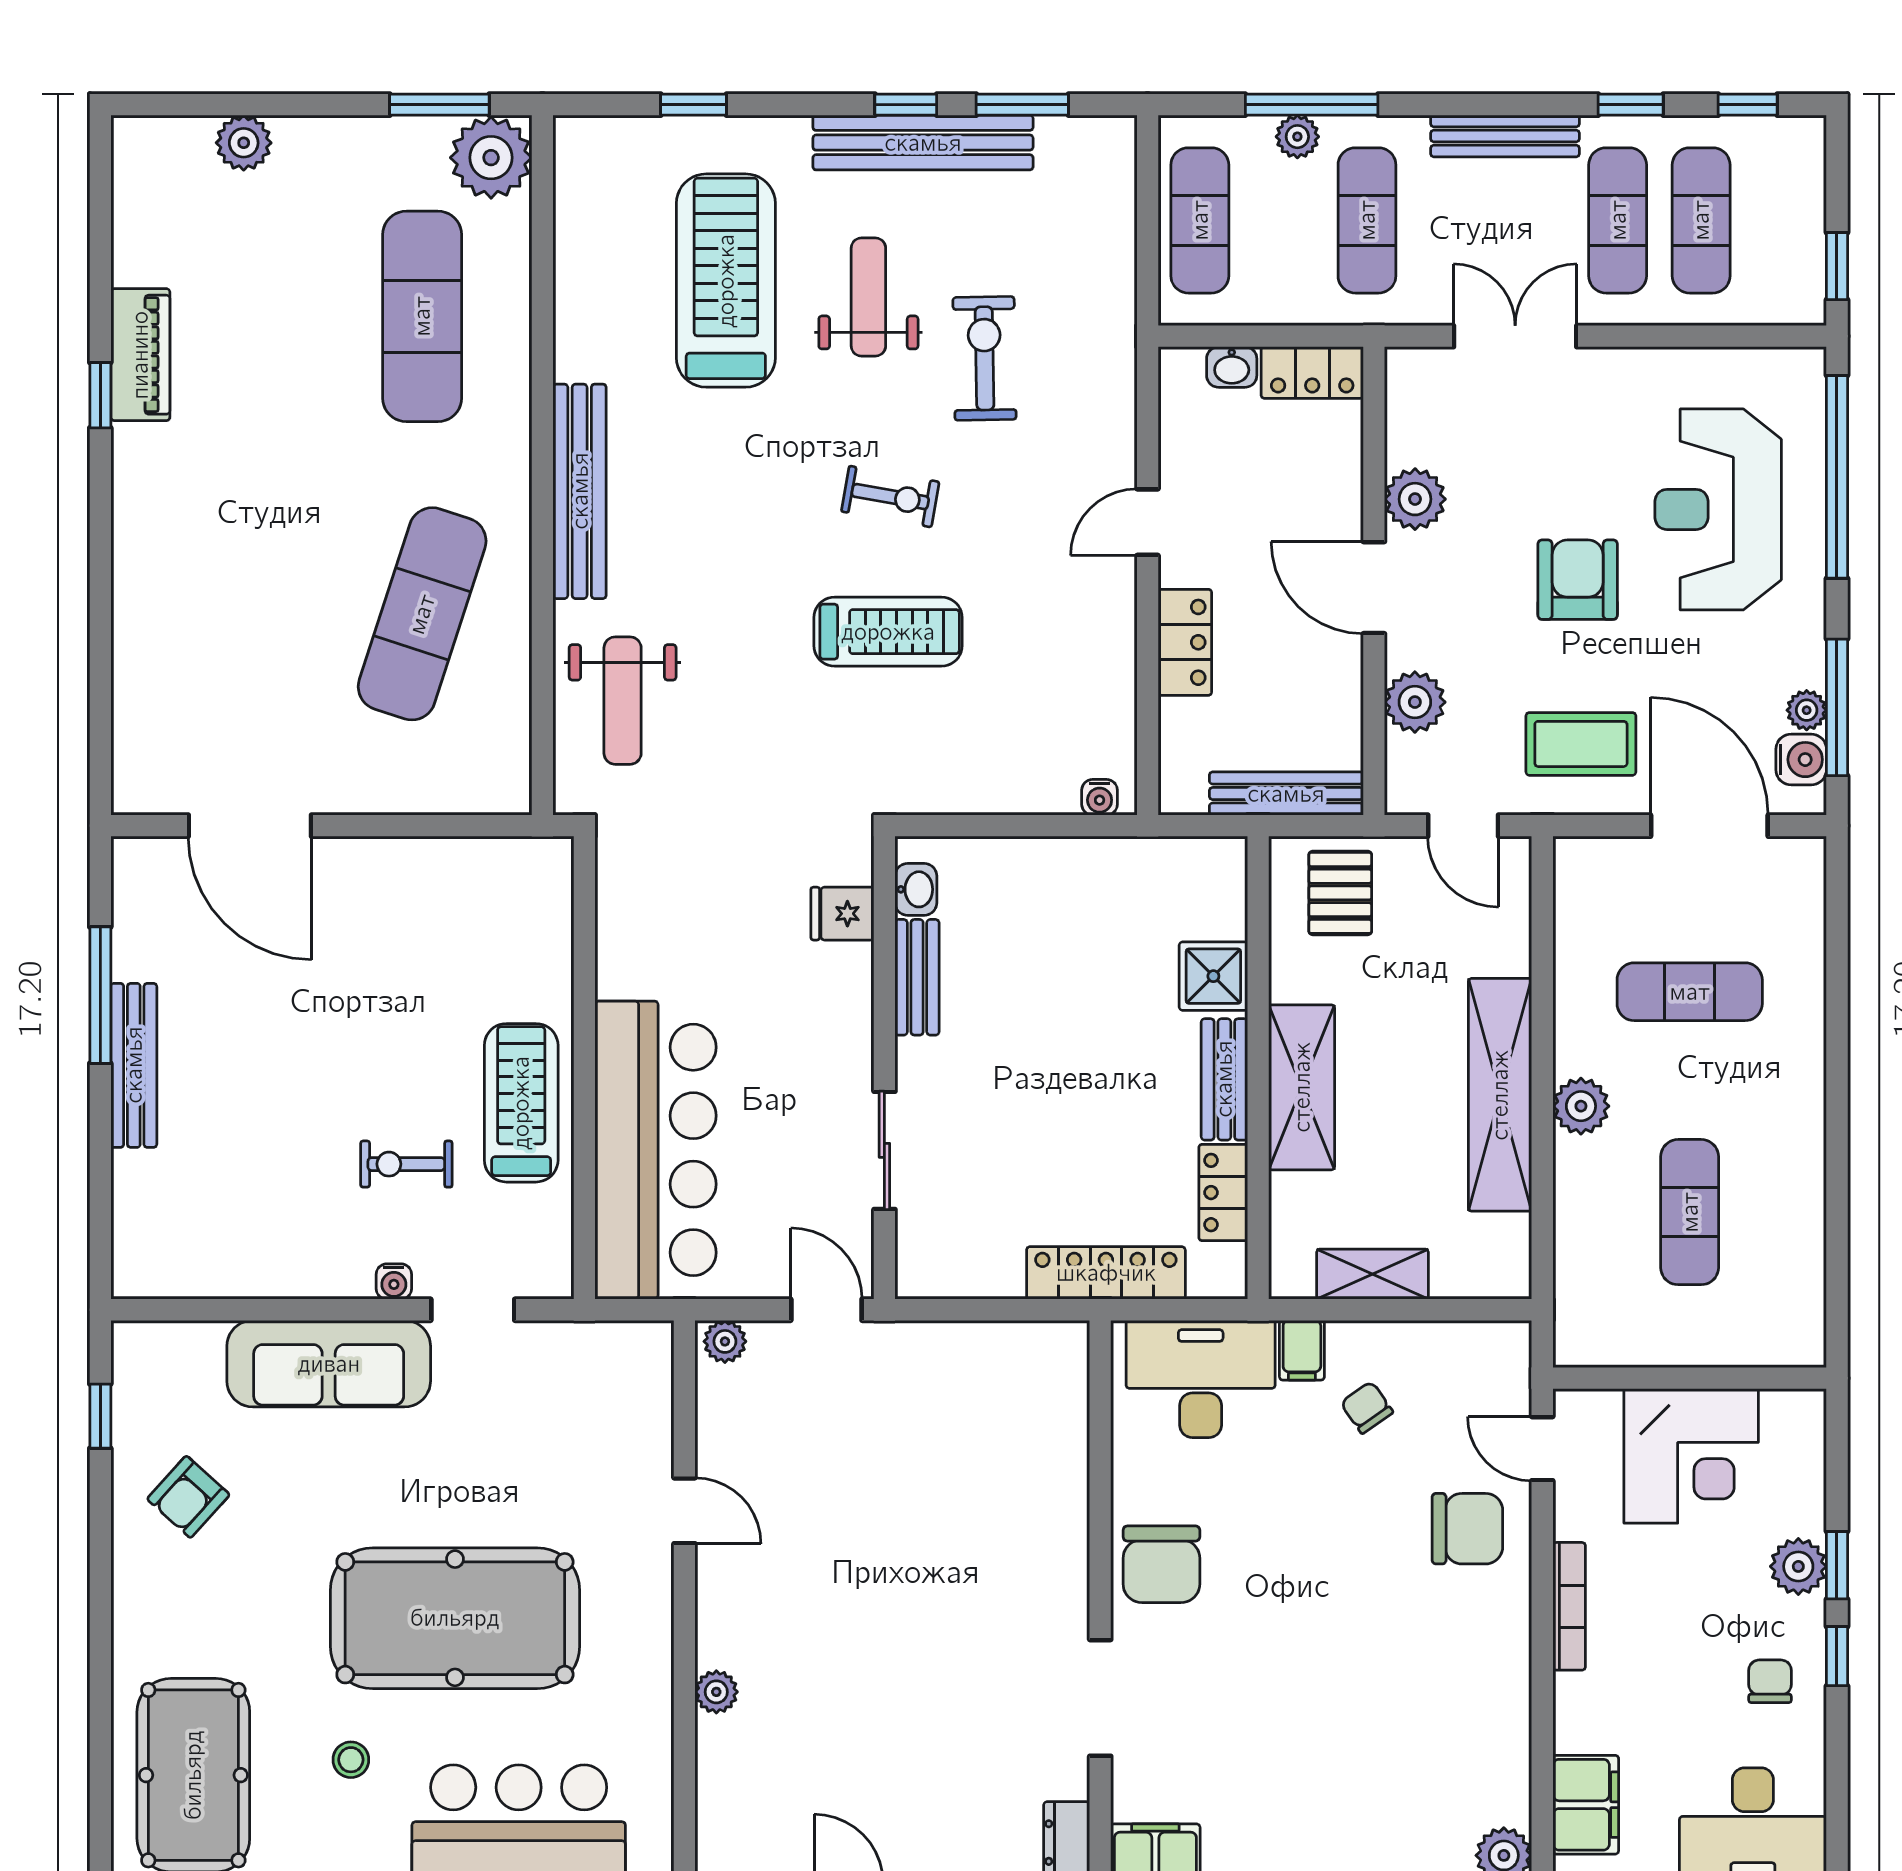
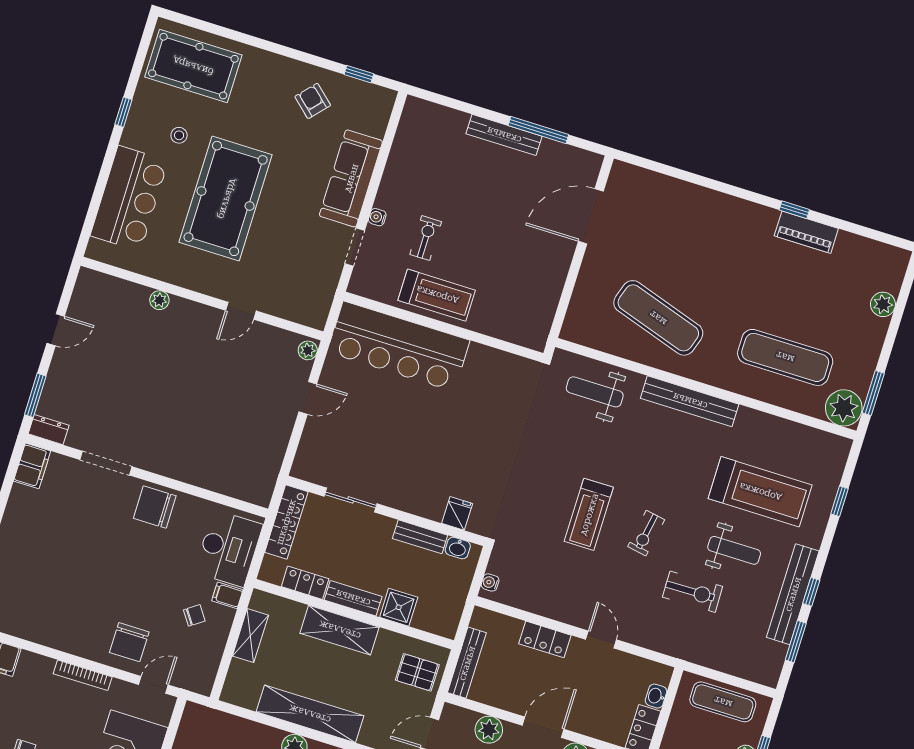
washbasin: (916, 889) -> (458, 548), moved
fridge: (842, 914) -> (457, 513), moved
bench: (917, 977) -> (420, 537), moved
wall: (884, 1068) -> (386, 511), moved
sliding door: (884, 1150) -> (351, 500), moved

